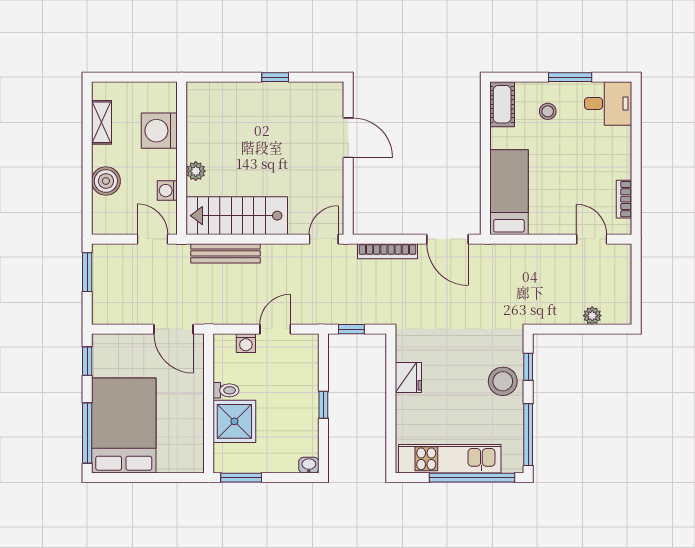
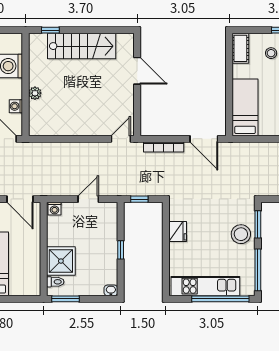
window: (275, 77) -> (50, 30), moved
stairs: (237, 216) -> (82, 46), moved, turned 180
bench: (226, 253) -> (55, 148), removed
washing machine: (246, 343) -> (55, 209), moved
window: (528, 367) -> (258, 224), width x1.50
toilet: (226, 390) -> (55, 282), moved

